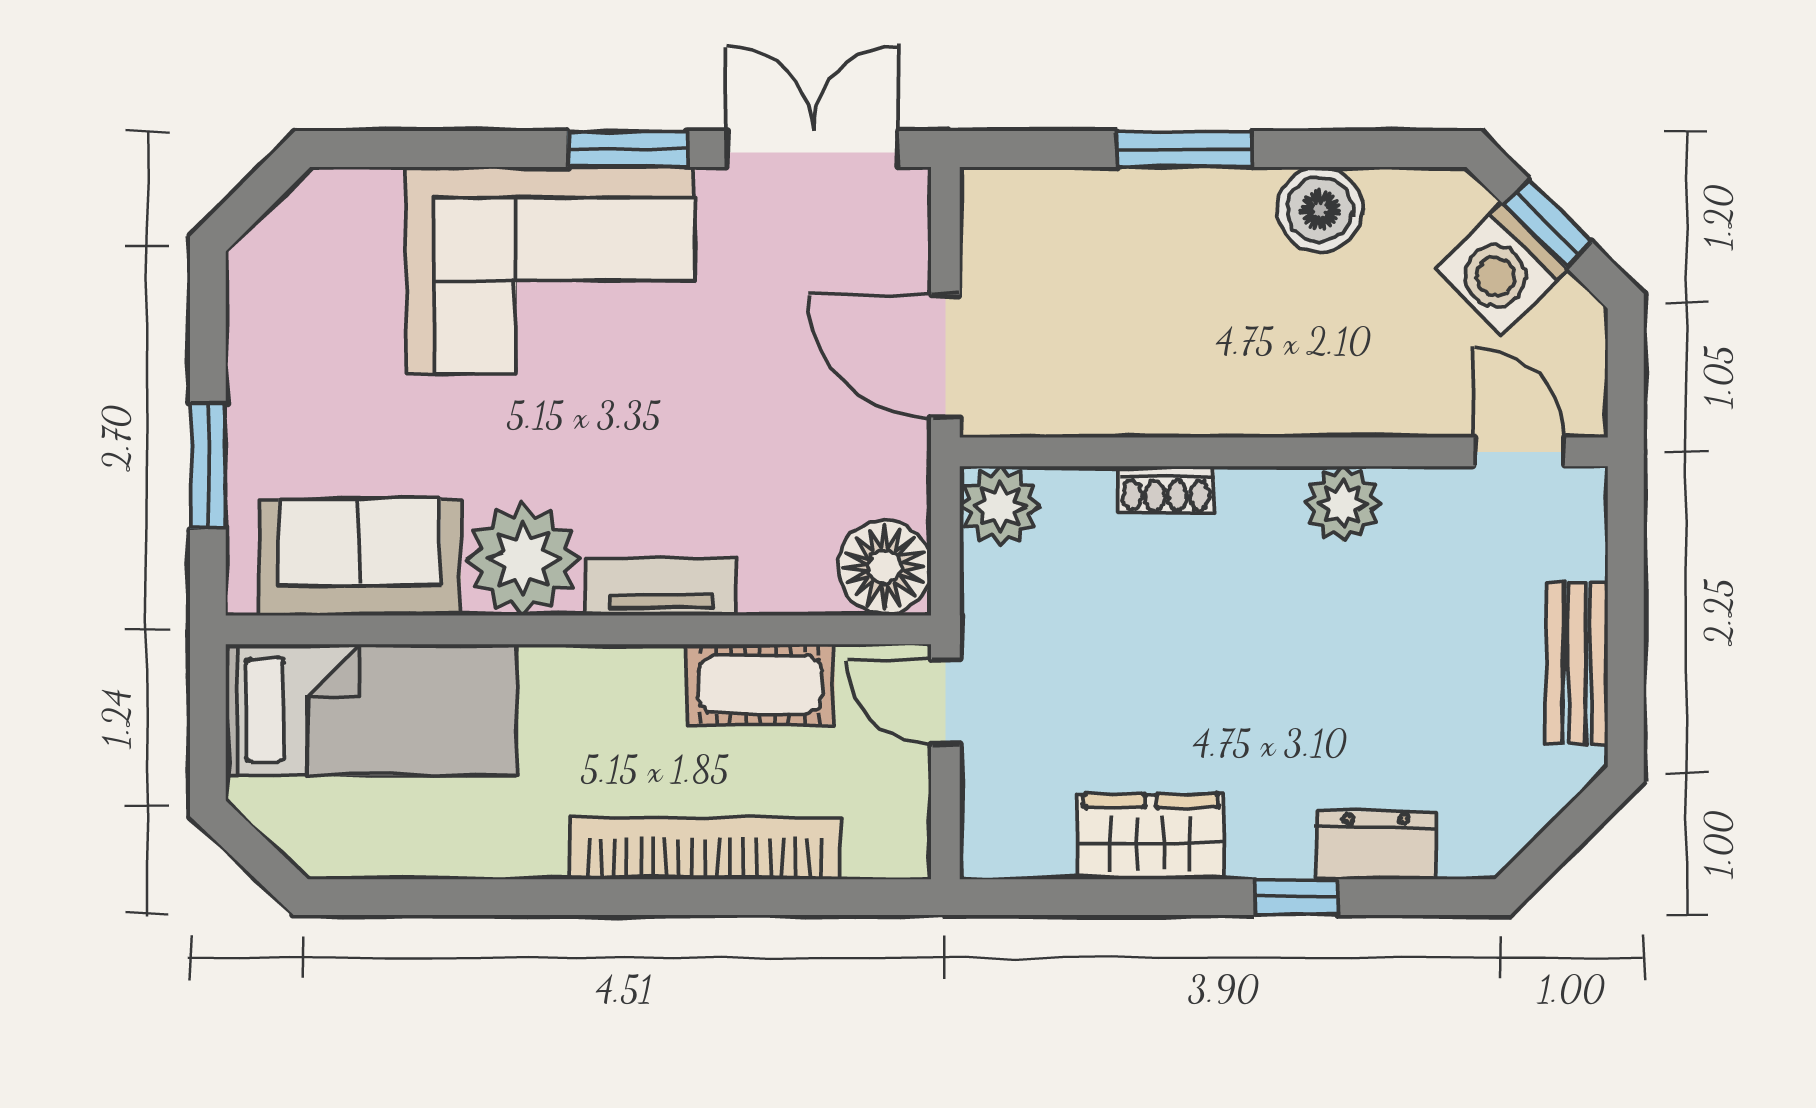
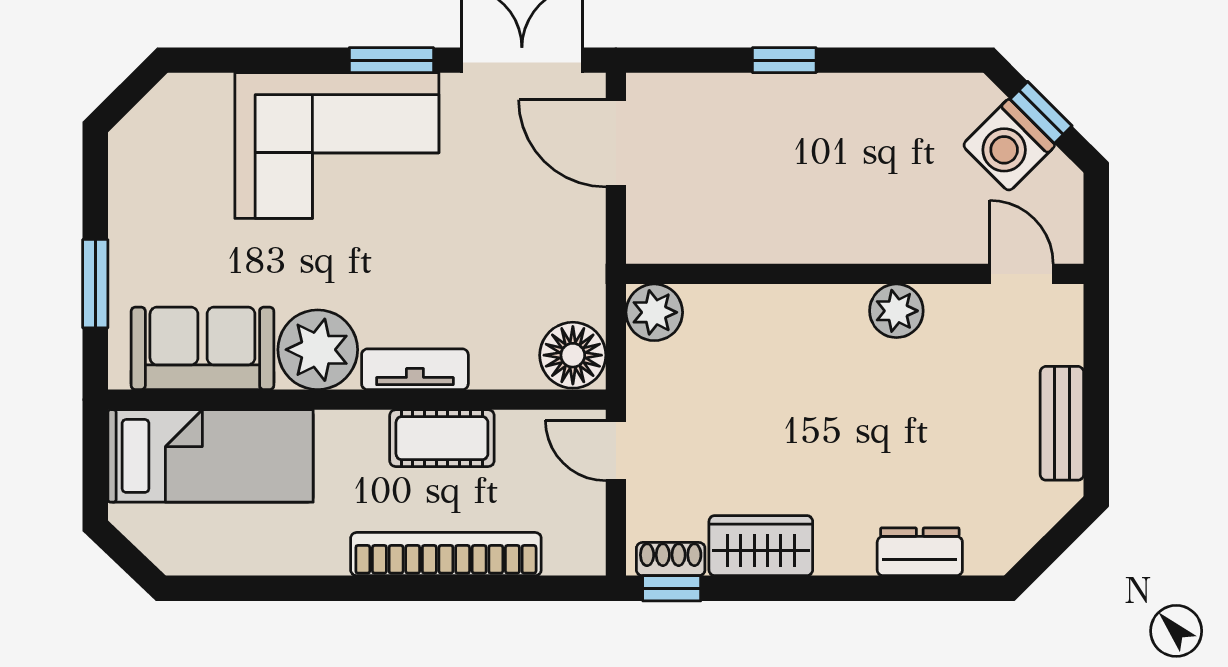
window: (1184, 149) -> (784, 60), width x0.67
boiler: (1320, 209) -> (880, 103), removed
door: (945, 356) -> (616, 143), moved
shoe rack: (1166, 490) -> (671, 559), moved, turned 180
cot: (760, 684) -> (442, 438), moved
window: (1296, 897) -> (672, 588), moved

